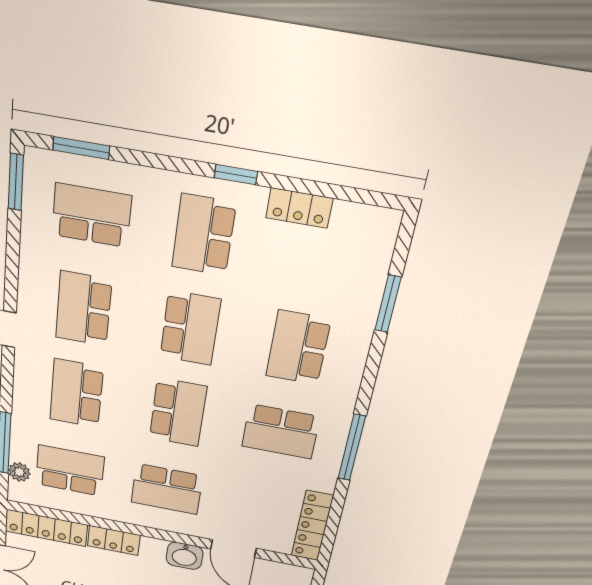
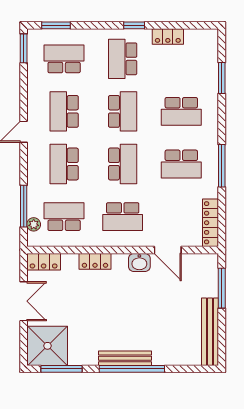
school desk: (298, 348) -> (181, 111), turned -90
locker: (46, 528) -> (44, 262), width x0.66

